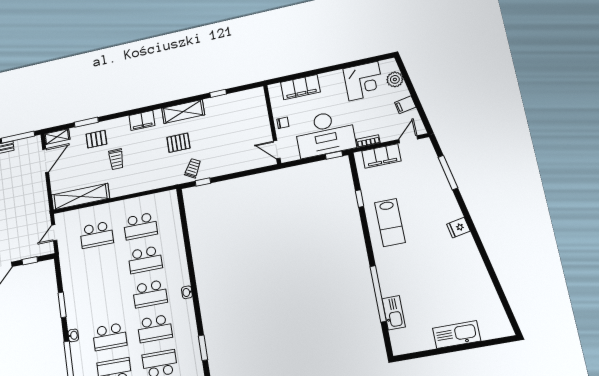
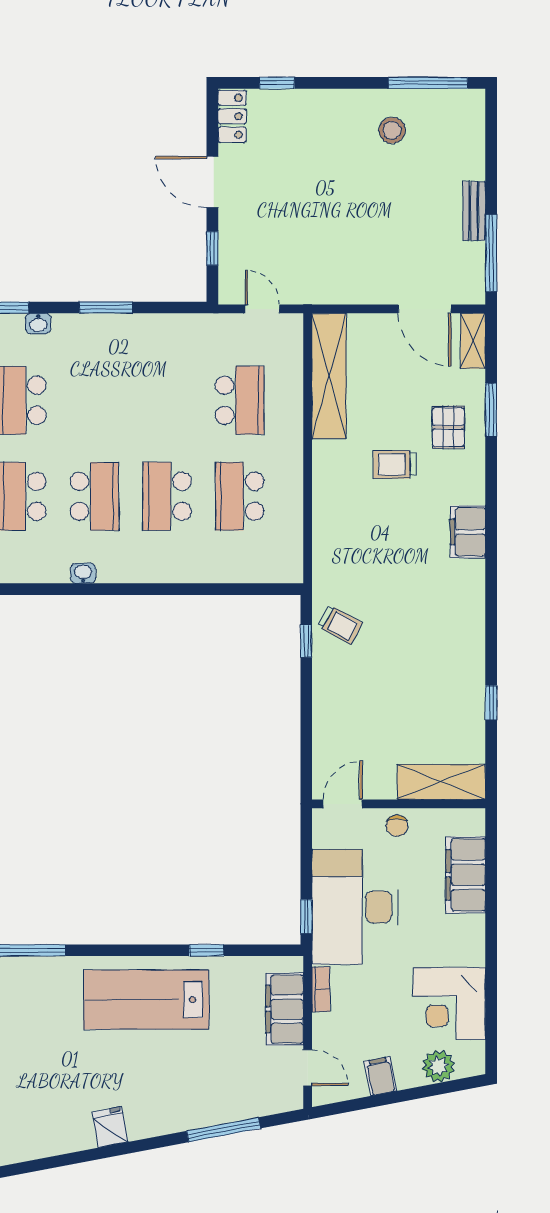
shelving: (183, 112) -> (441, 782), moved, turned 90
pallet: (178, 143) -> (402, 603), removed
lab bench: (390, 223) -> (146, 1000), width x1.36, depth x1.39
school desk: (97, 235) -> (240, 400), turned 180
school desk: (150, 294) -> (94, 496), turned 180

